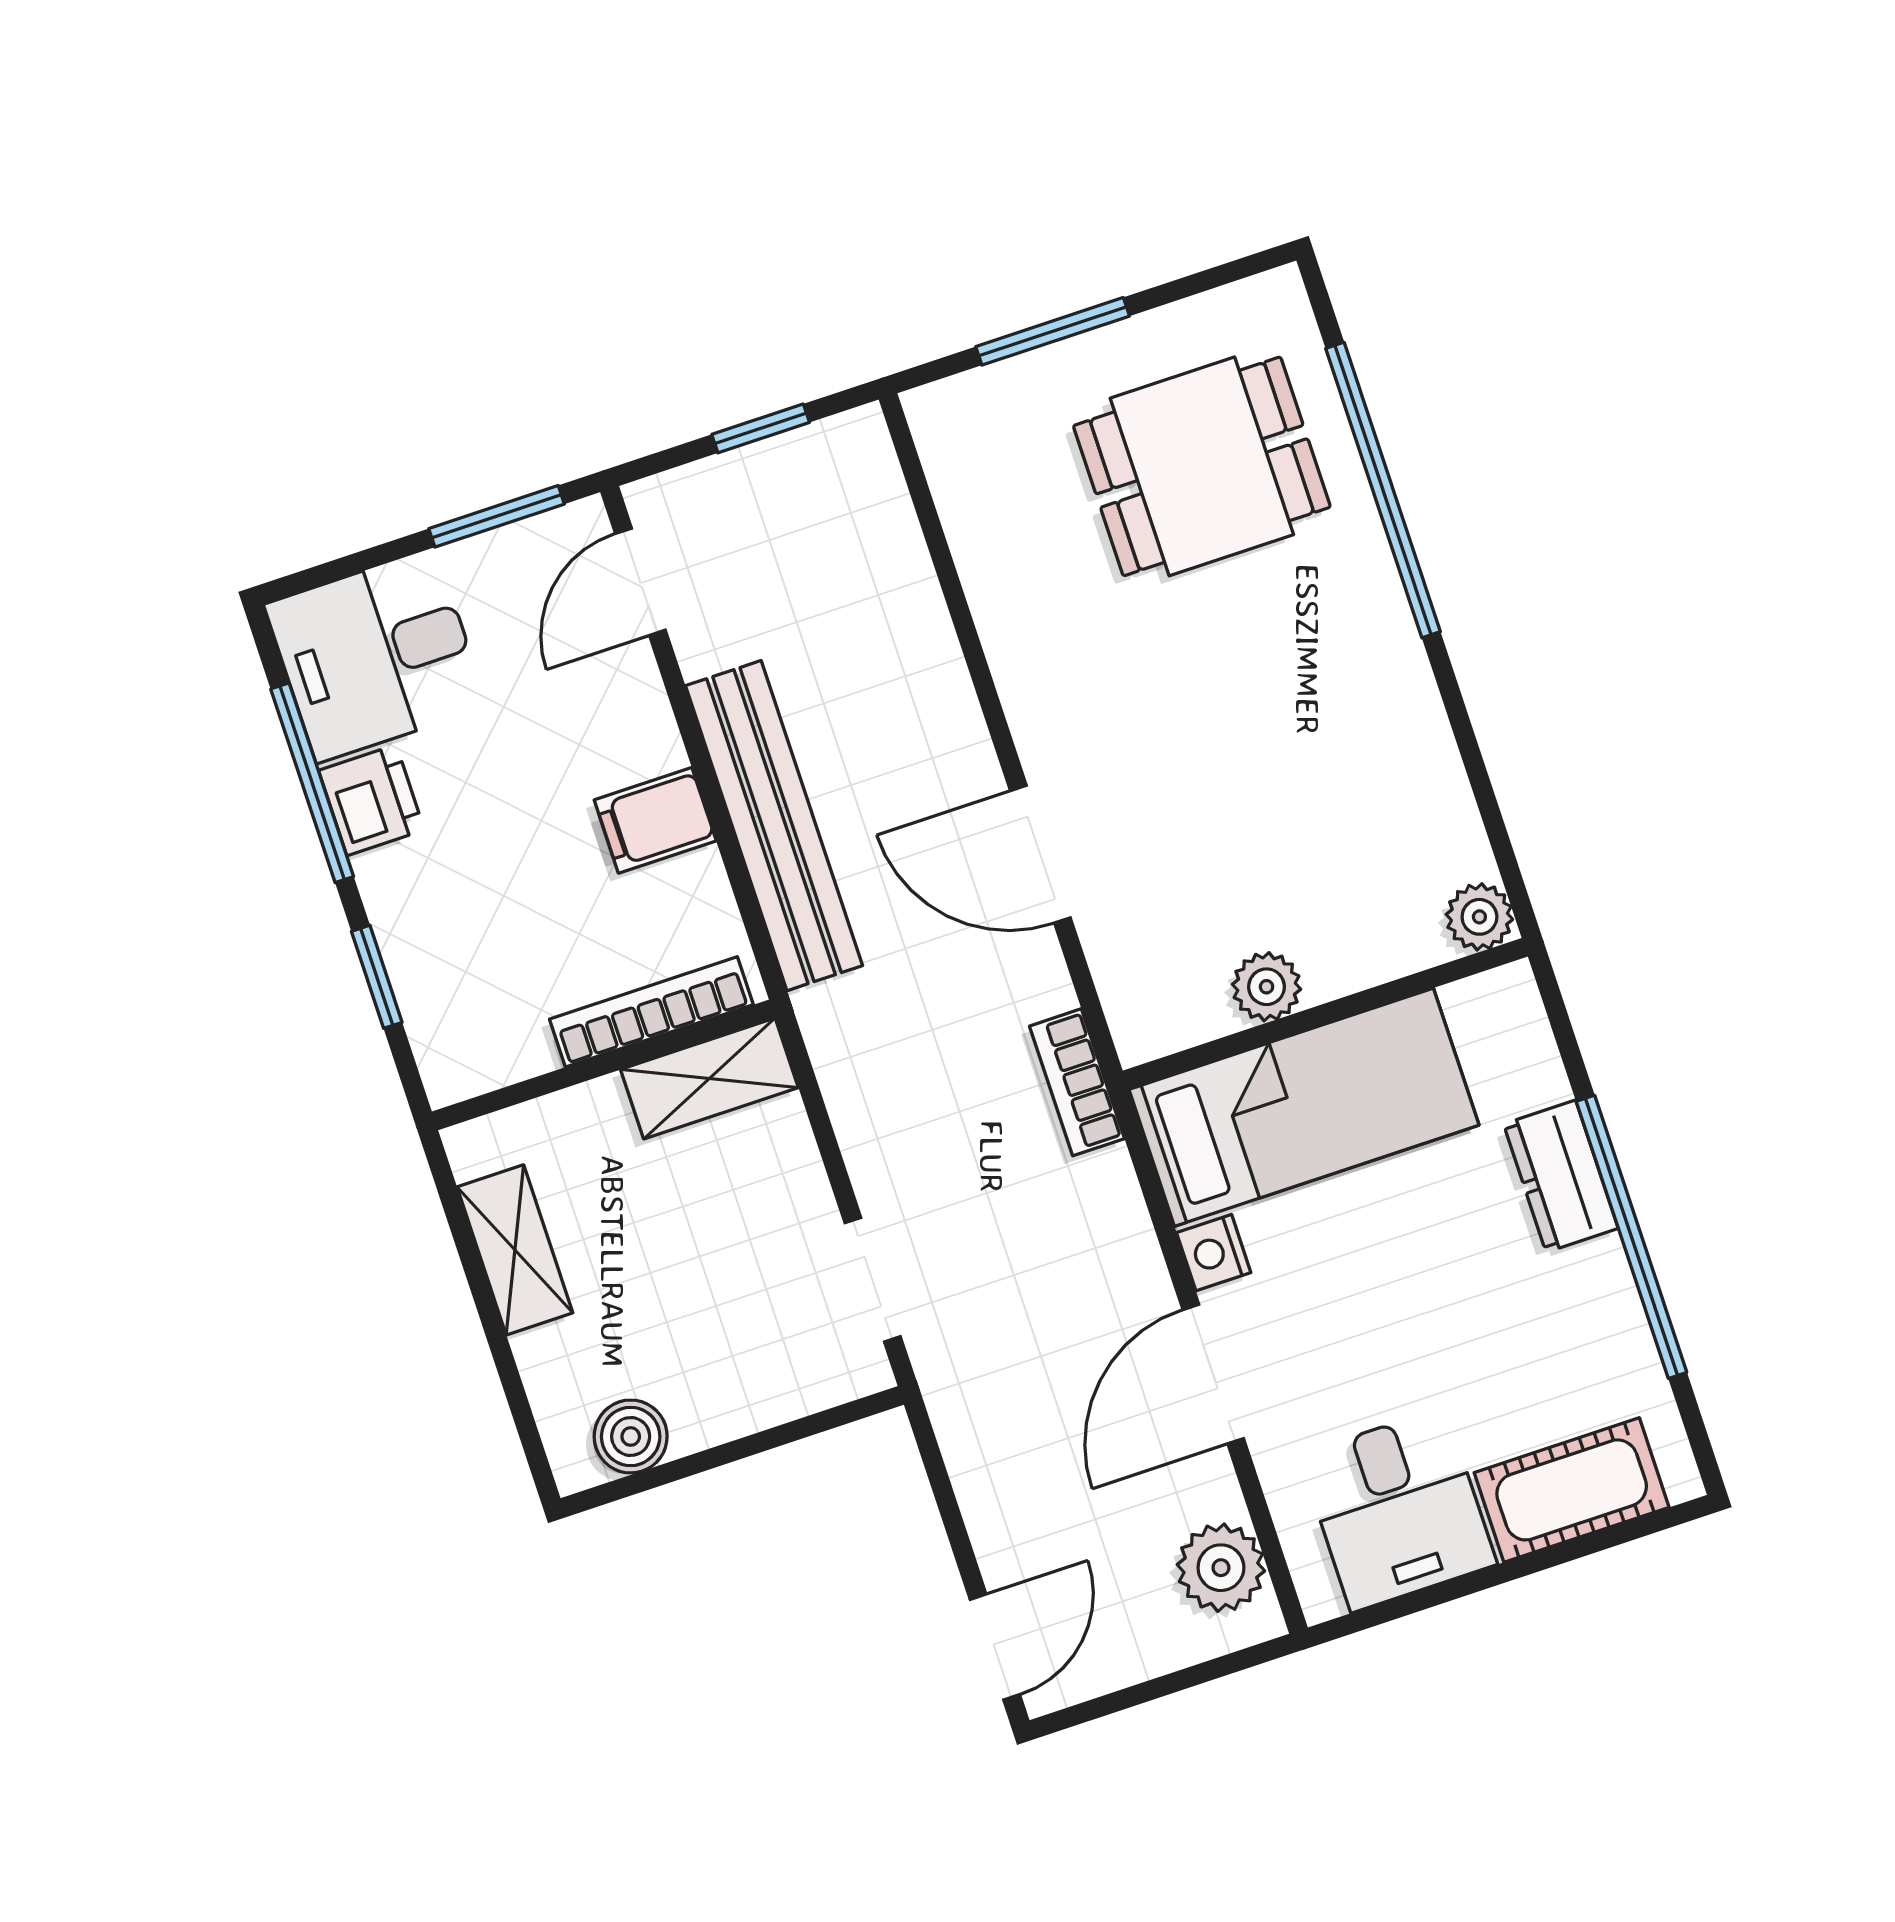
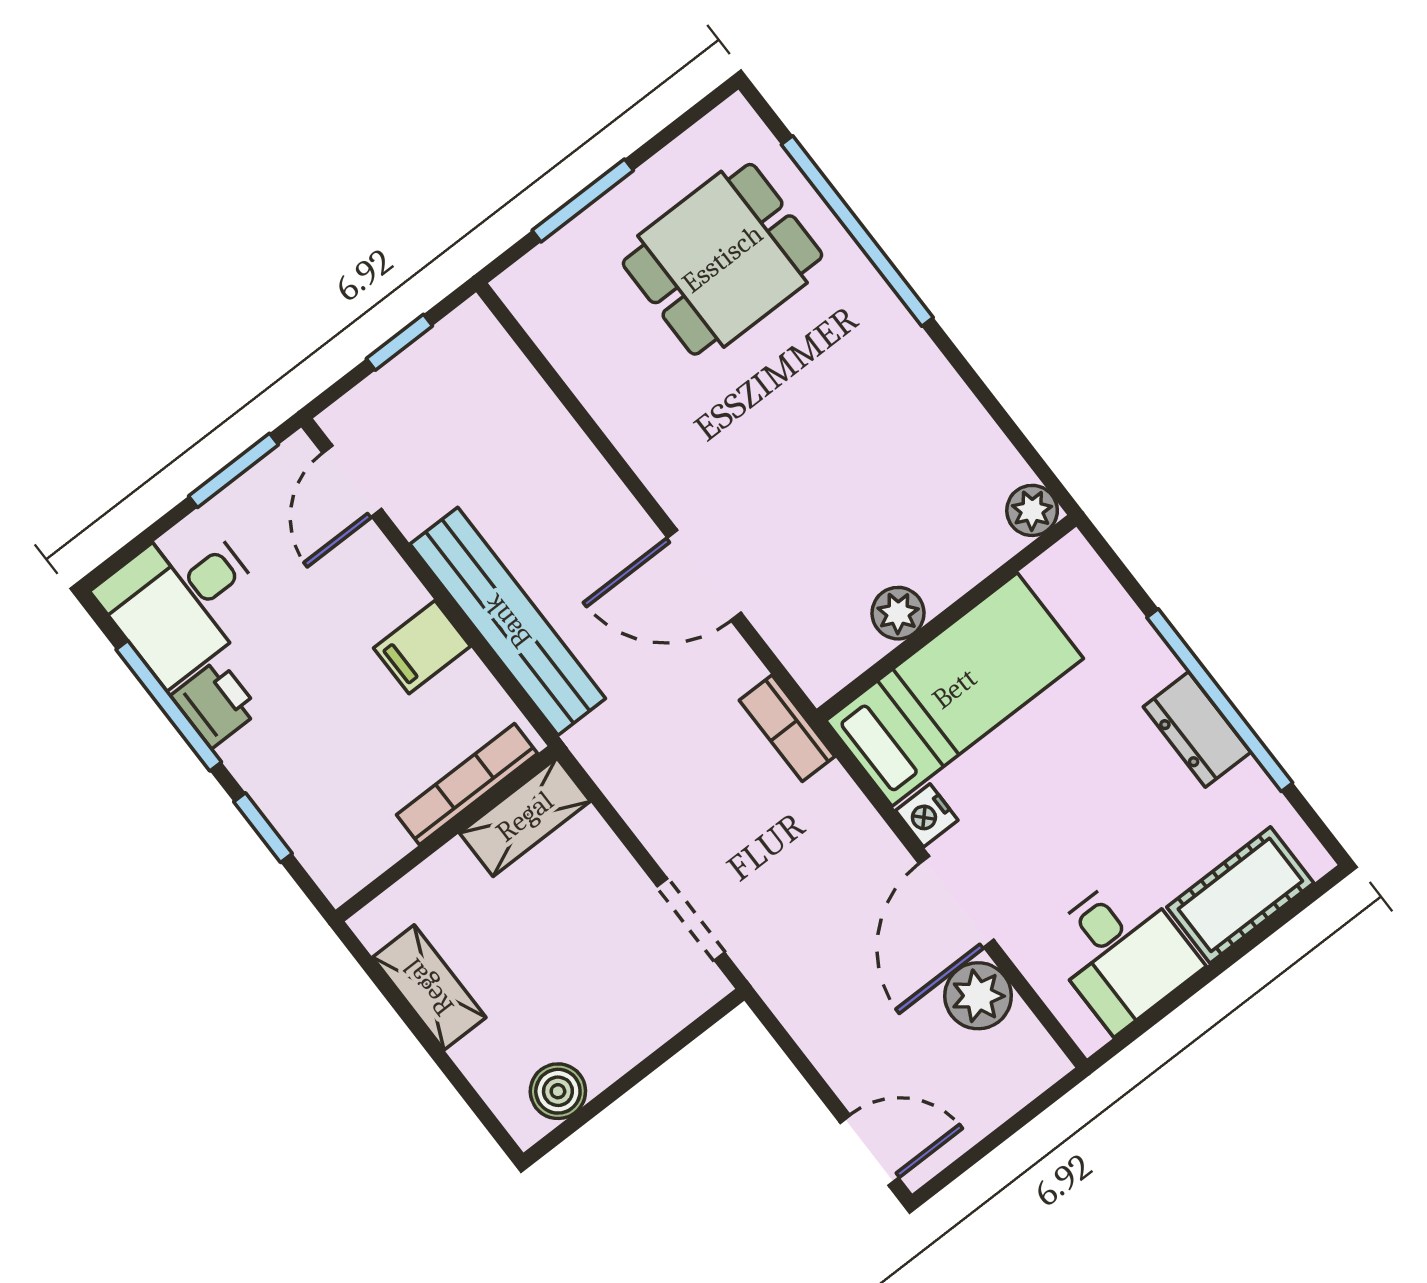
dresser: (1561, 1176) -> (1197, 730), moved
plant: (1221, 1568) -> (978, 996), moved
door: (995, 1647) -> (869, 1150), hinge flipped

